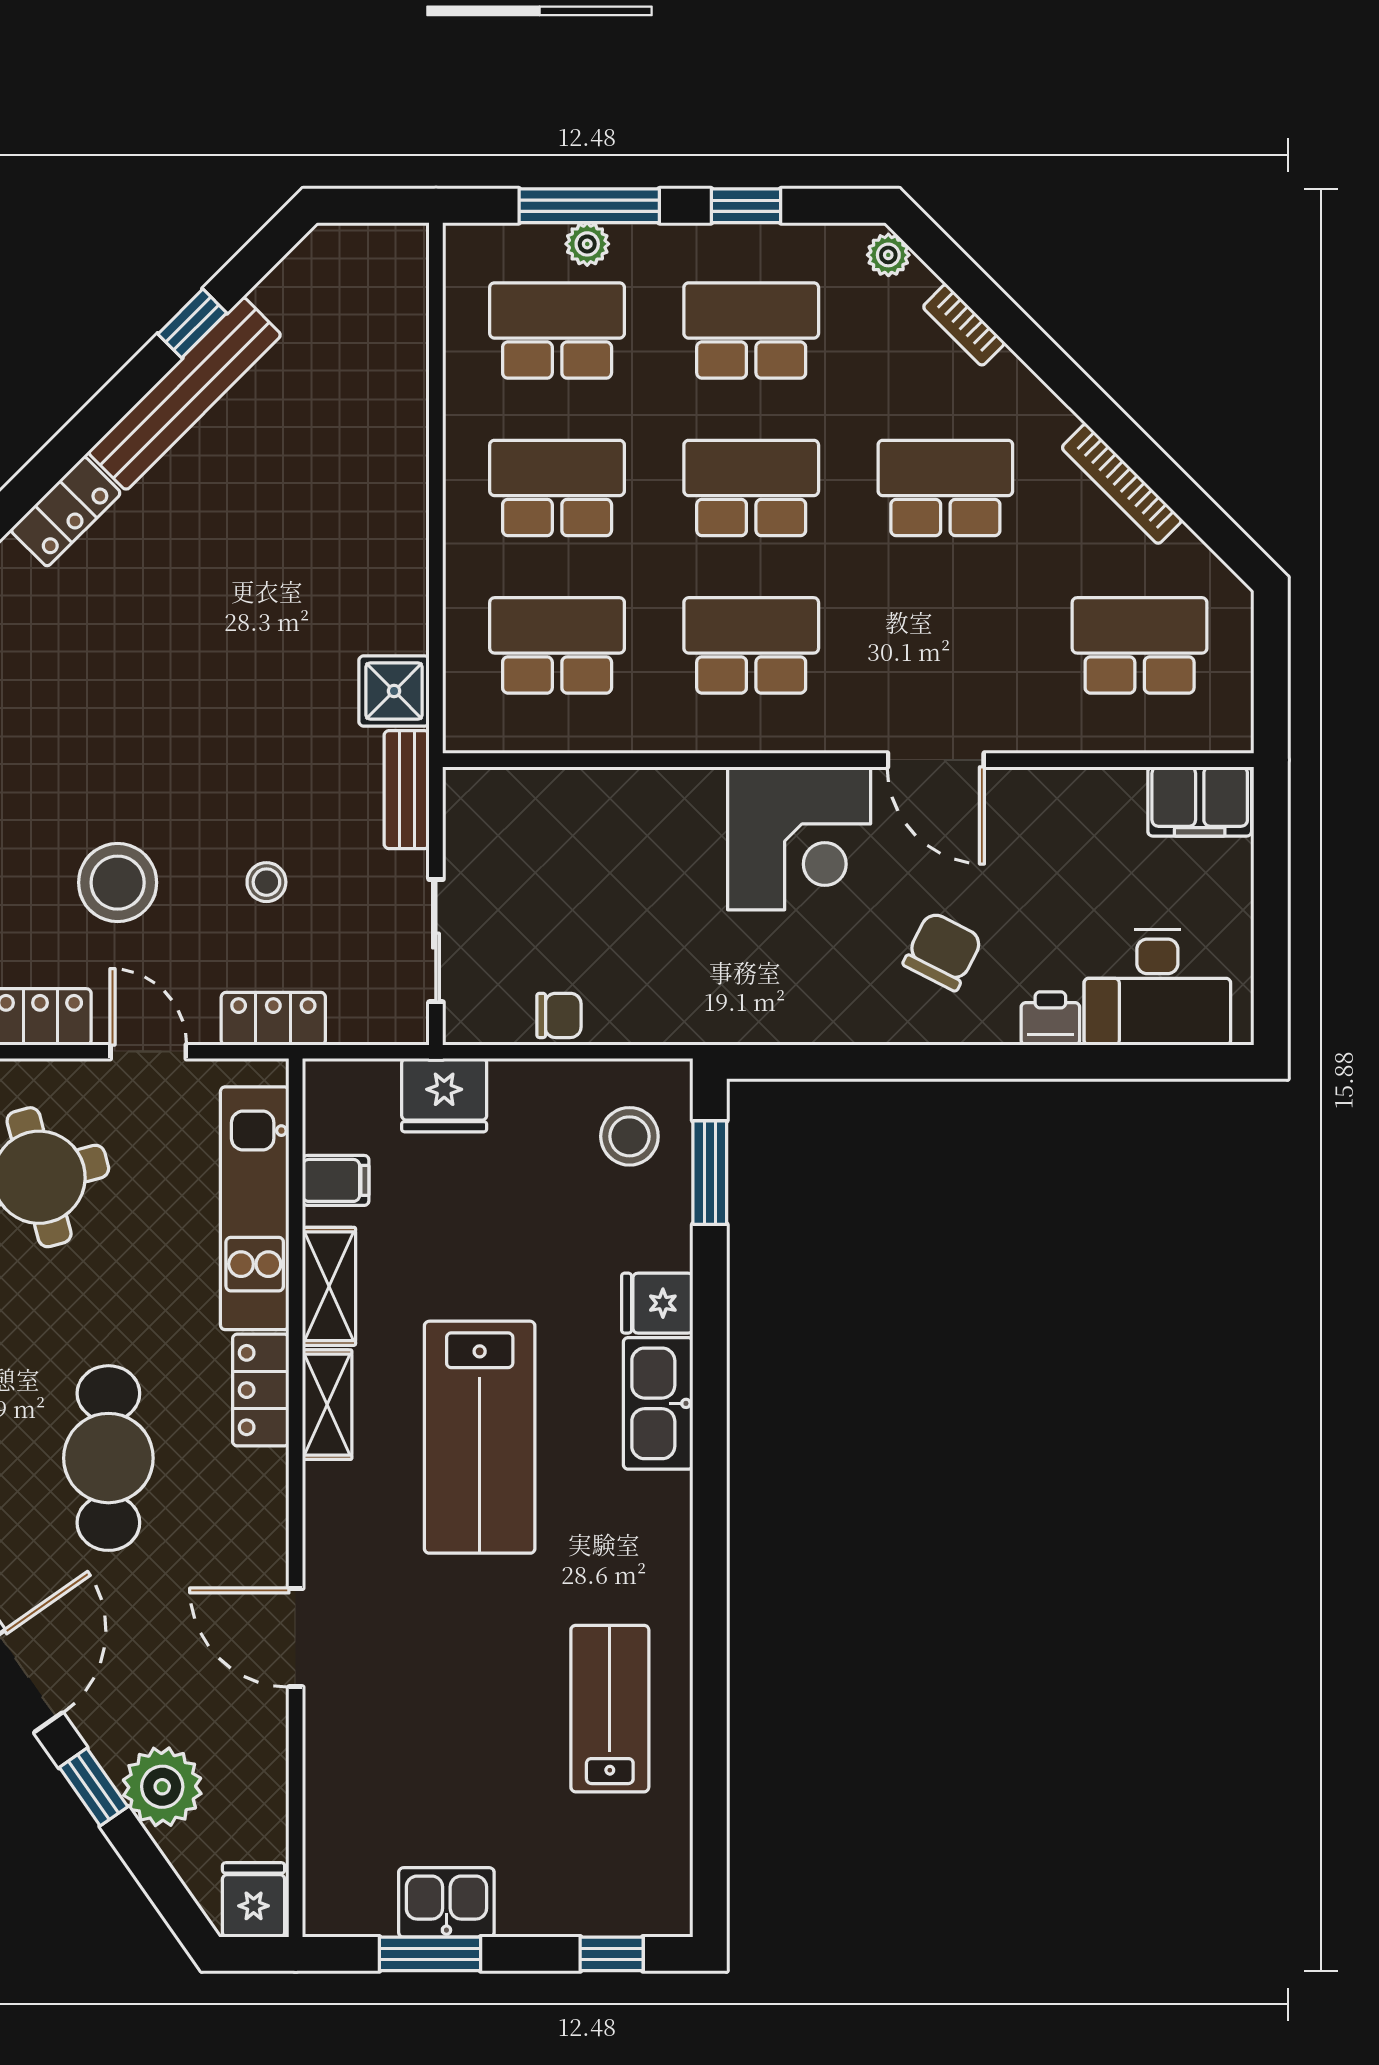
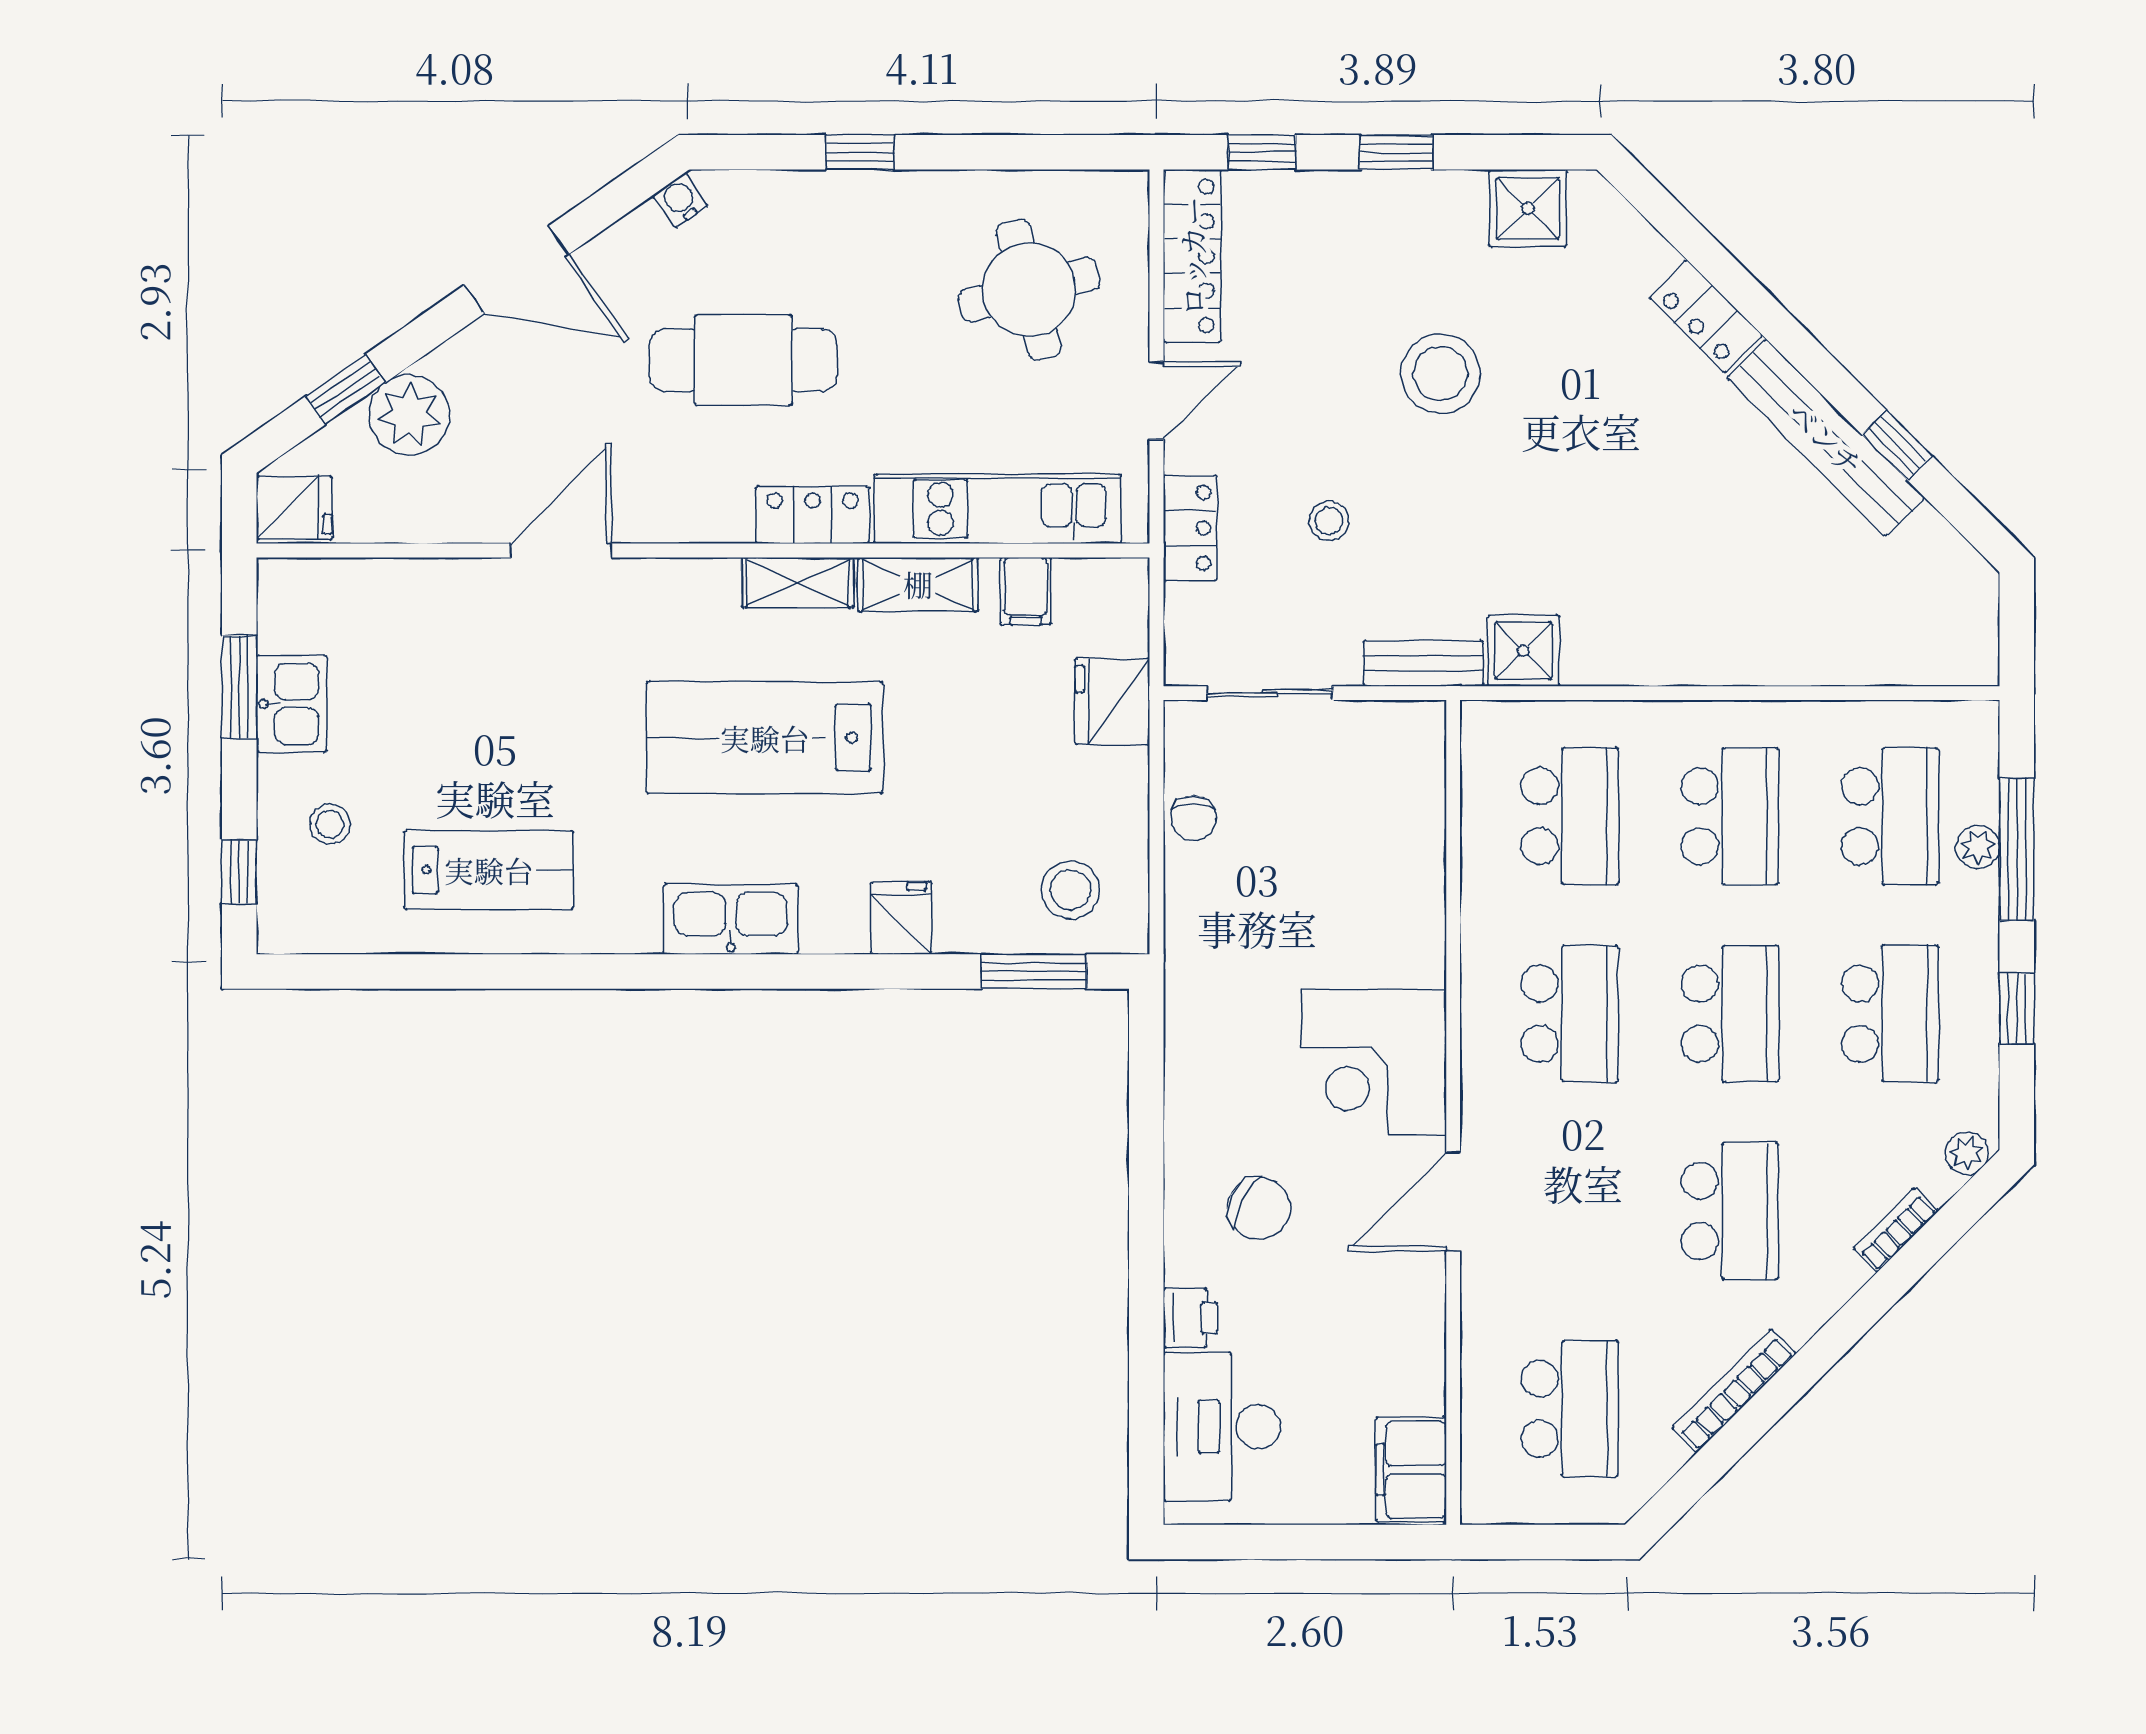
stool: (118, 883) -> (1440, 374), moved
kitchen sink: (658, 1403) -> (731, 919), moved
window: (94, 1787) -> (345, 389), moved
stool: (565, 1865) -> (330, 824), added

